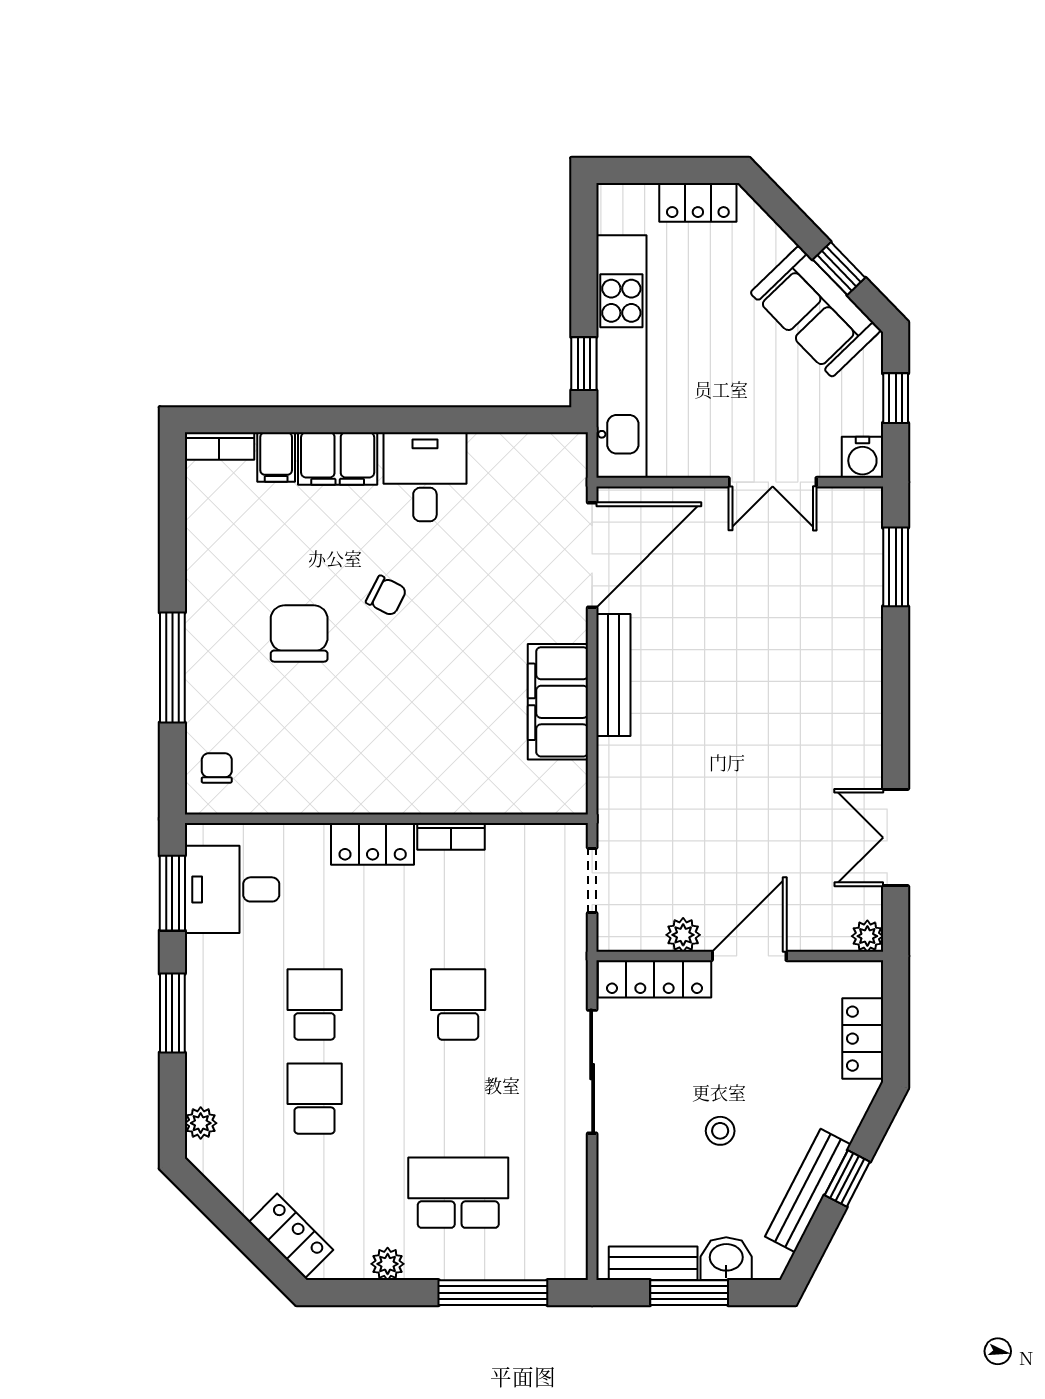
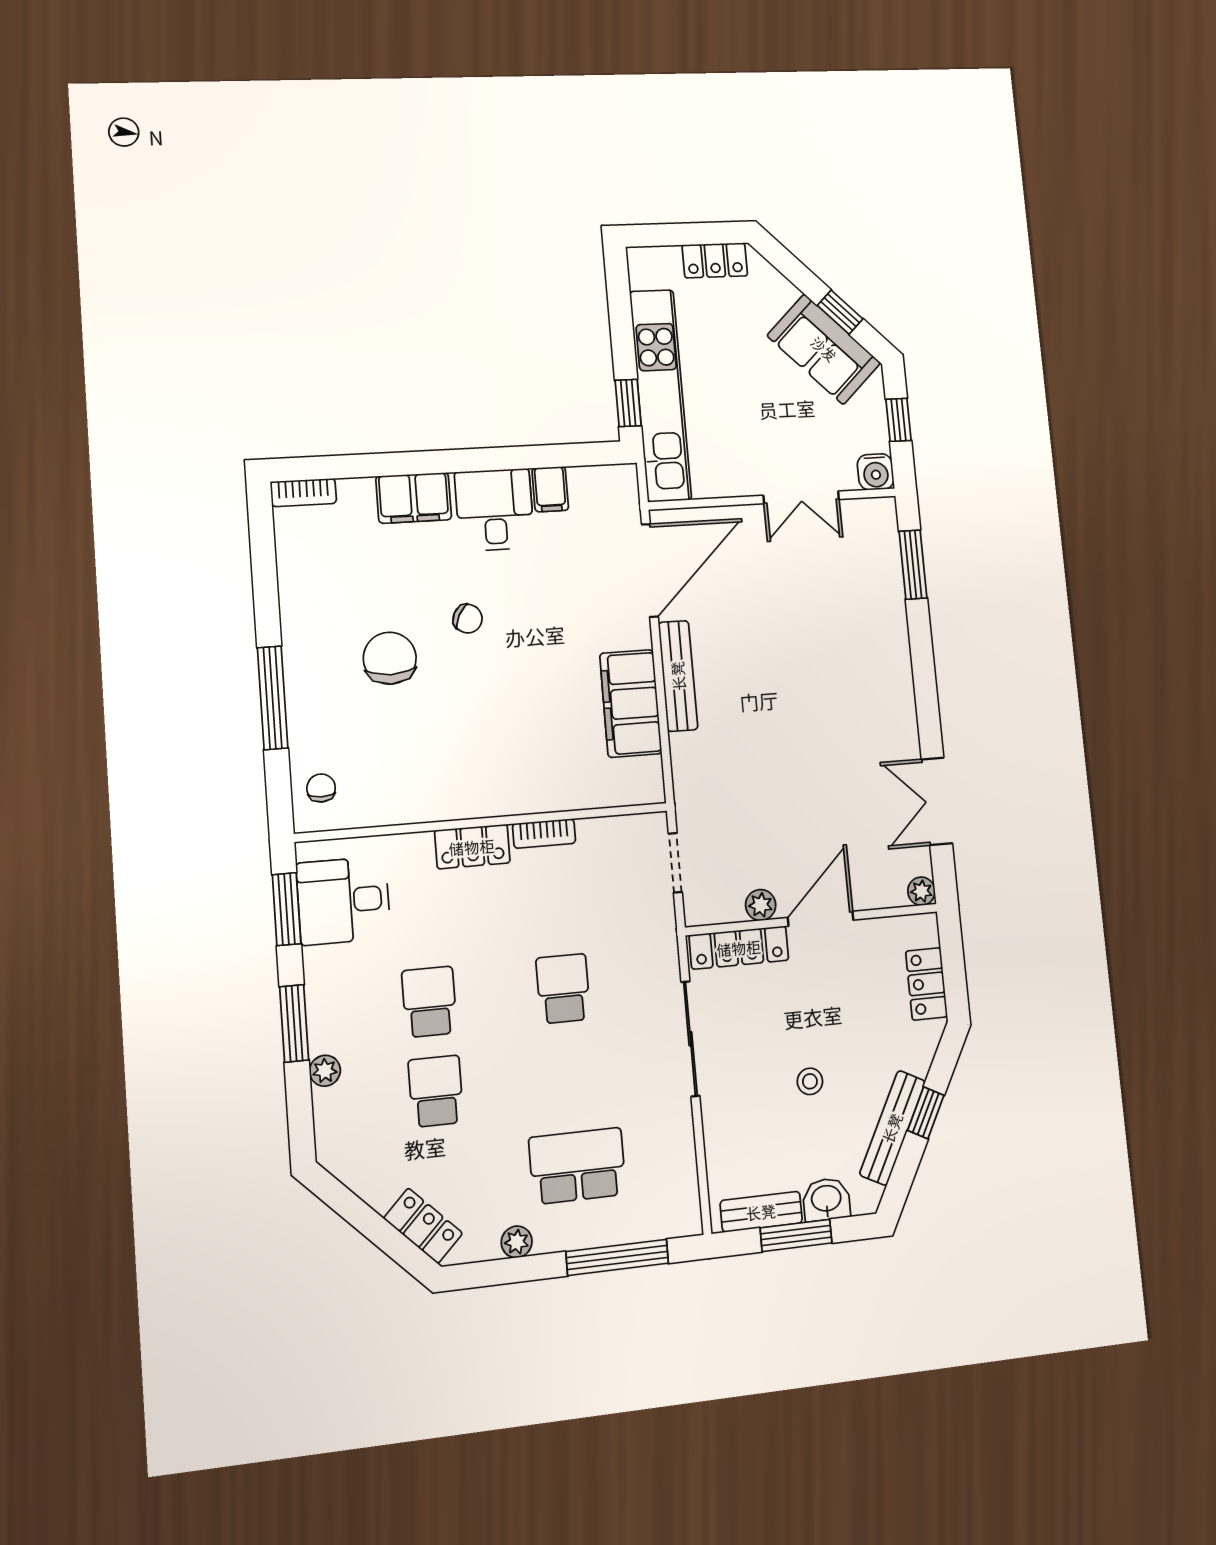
filing cabinet: (276, 457) -> (550, 489), moved
plant: (201, 1123) -> (325, 1071), moved

